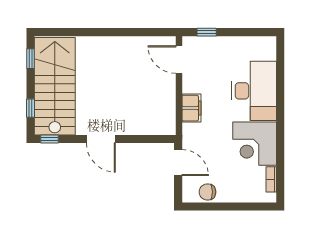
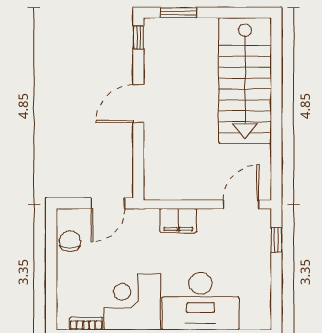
window: (30, 59) -> (242, 13), removed
stairs: (55, 86) -> (245, 81), moved, turned 90
window: (30, 108) -> (178, 13), width x1.50

